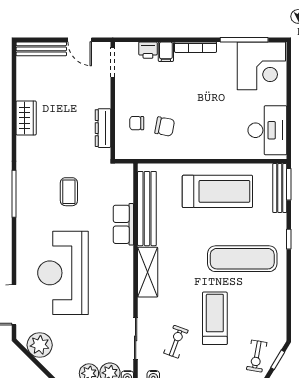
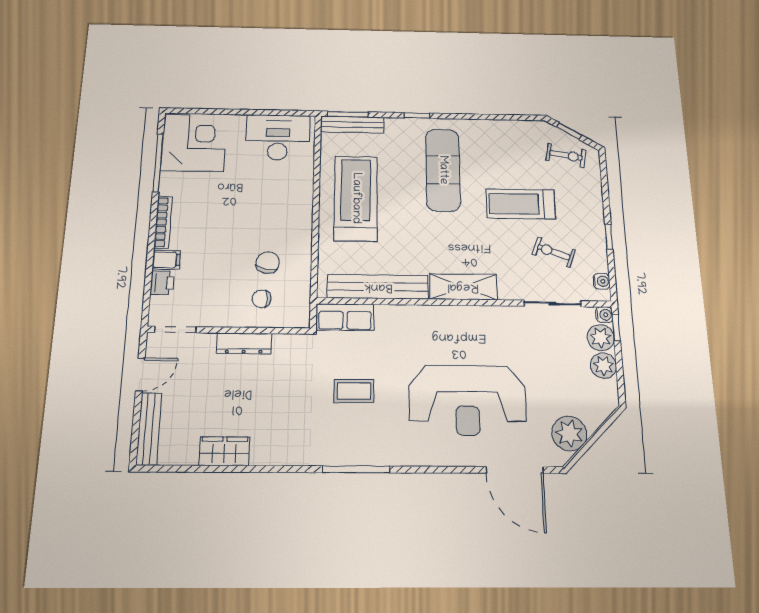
wardrobe: (26, 118) -> (224, 451), moved
chair: (137, 123) -> (262, 299), turned 90
dresser: (103, 128) -> (244, 343), moved
row of seats: (123, 224) -> (345, 317), moved

